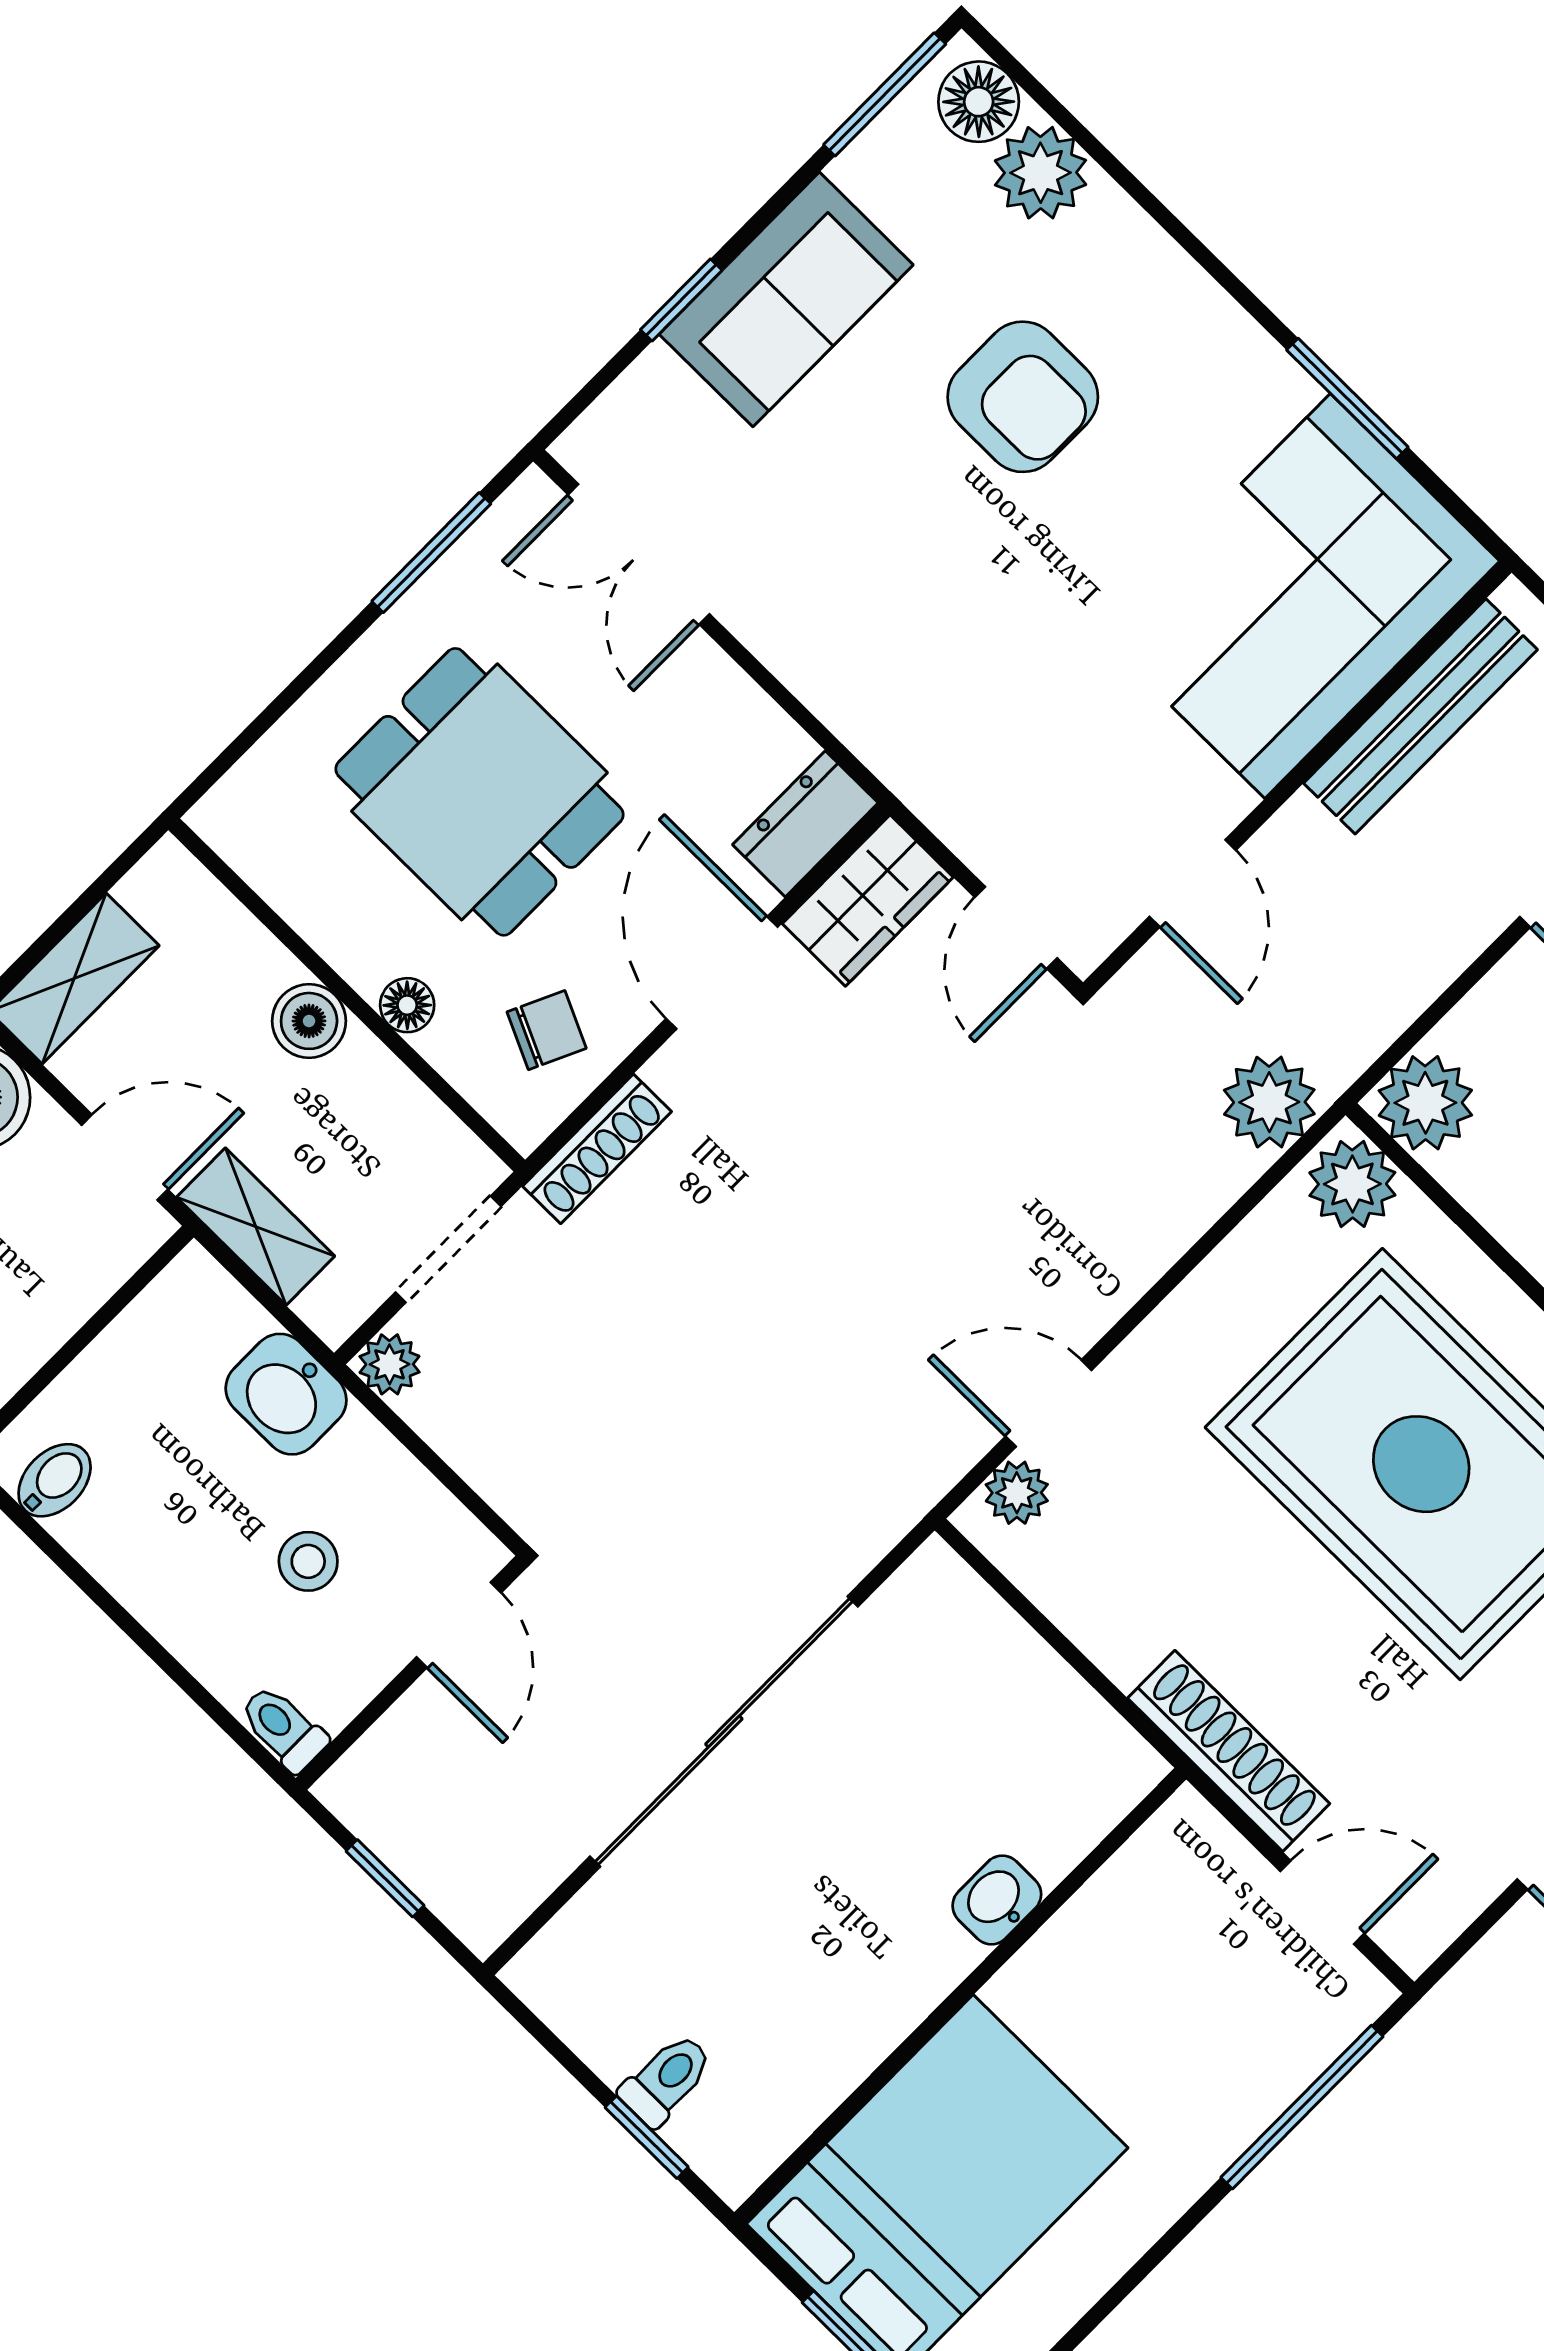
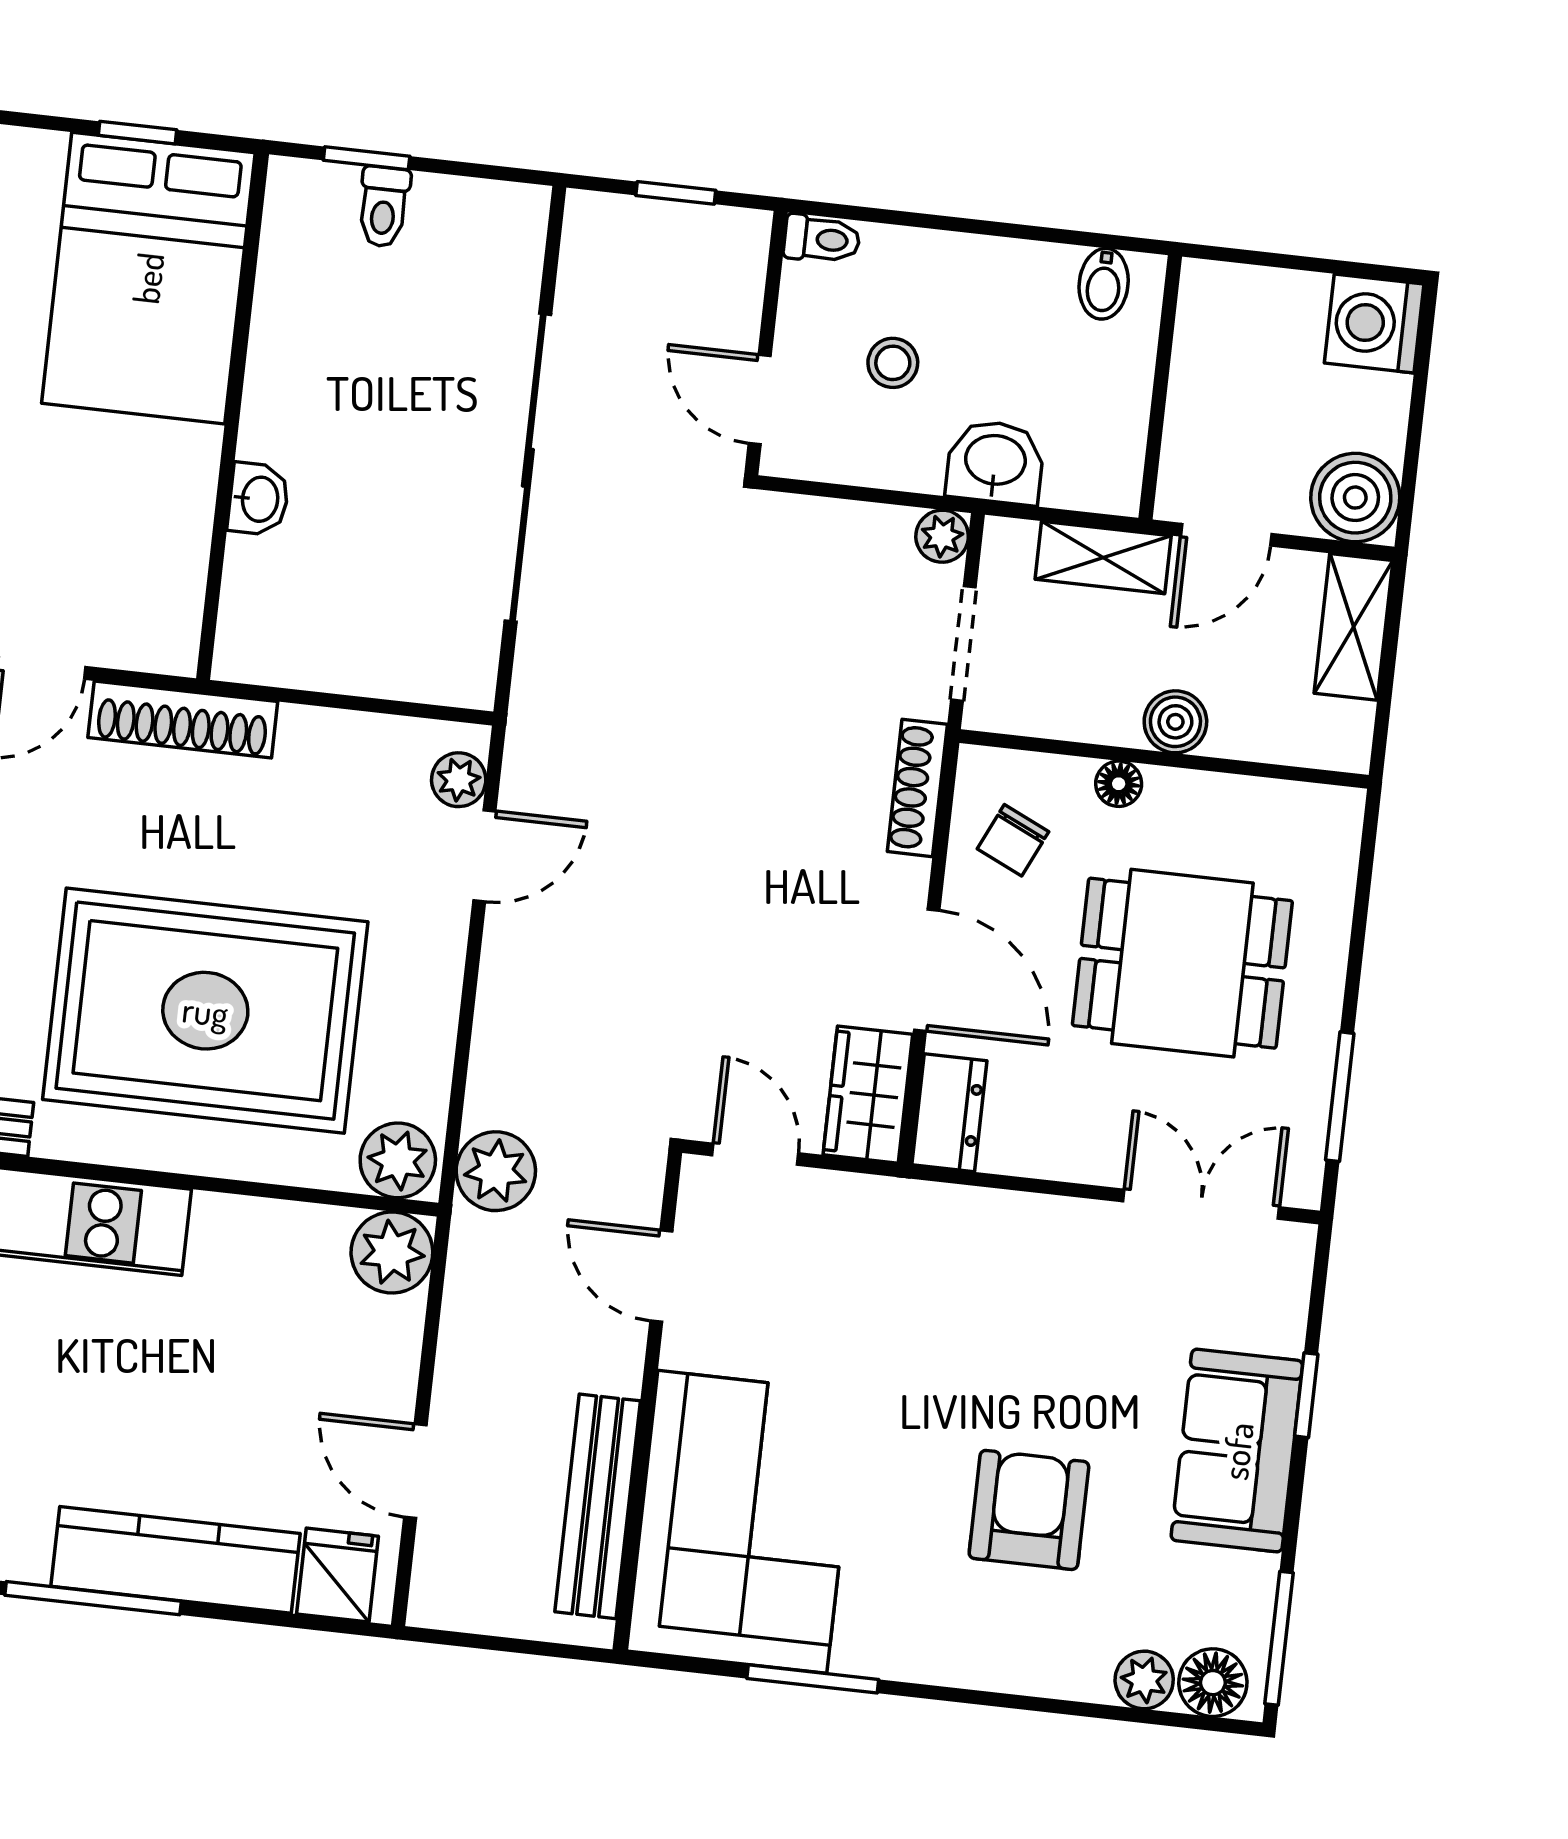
plant: (1041, 173) -> (1144, 1680), width x0.73, depth x0.73
armchair: (1023, 397) -> (1029, 1510), turned 90

